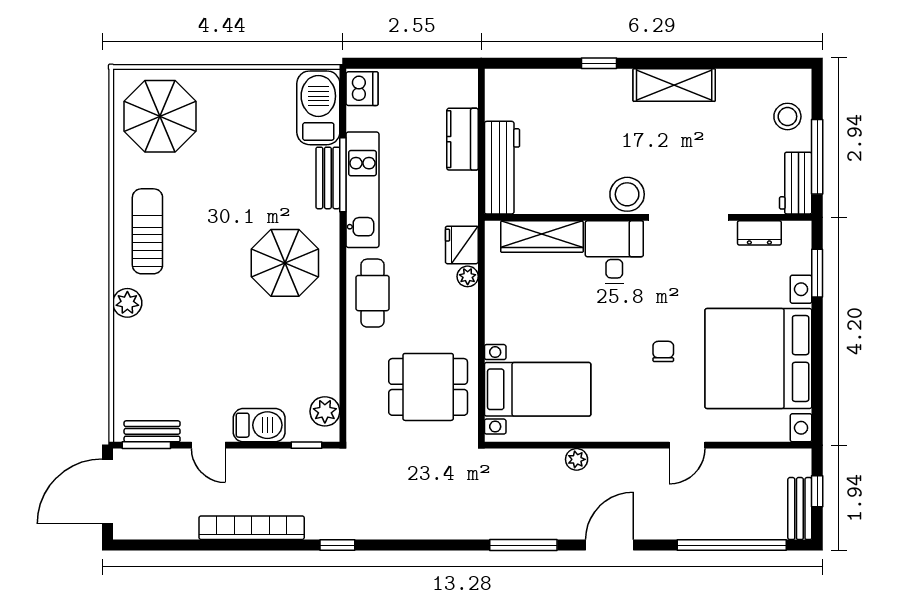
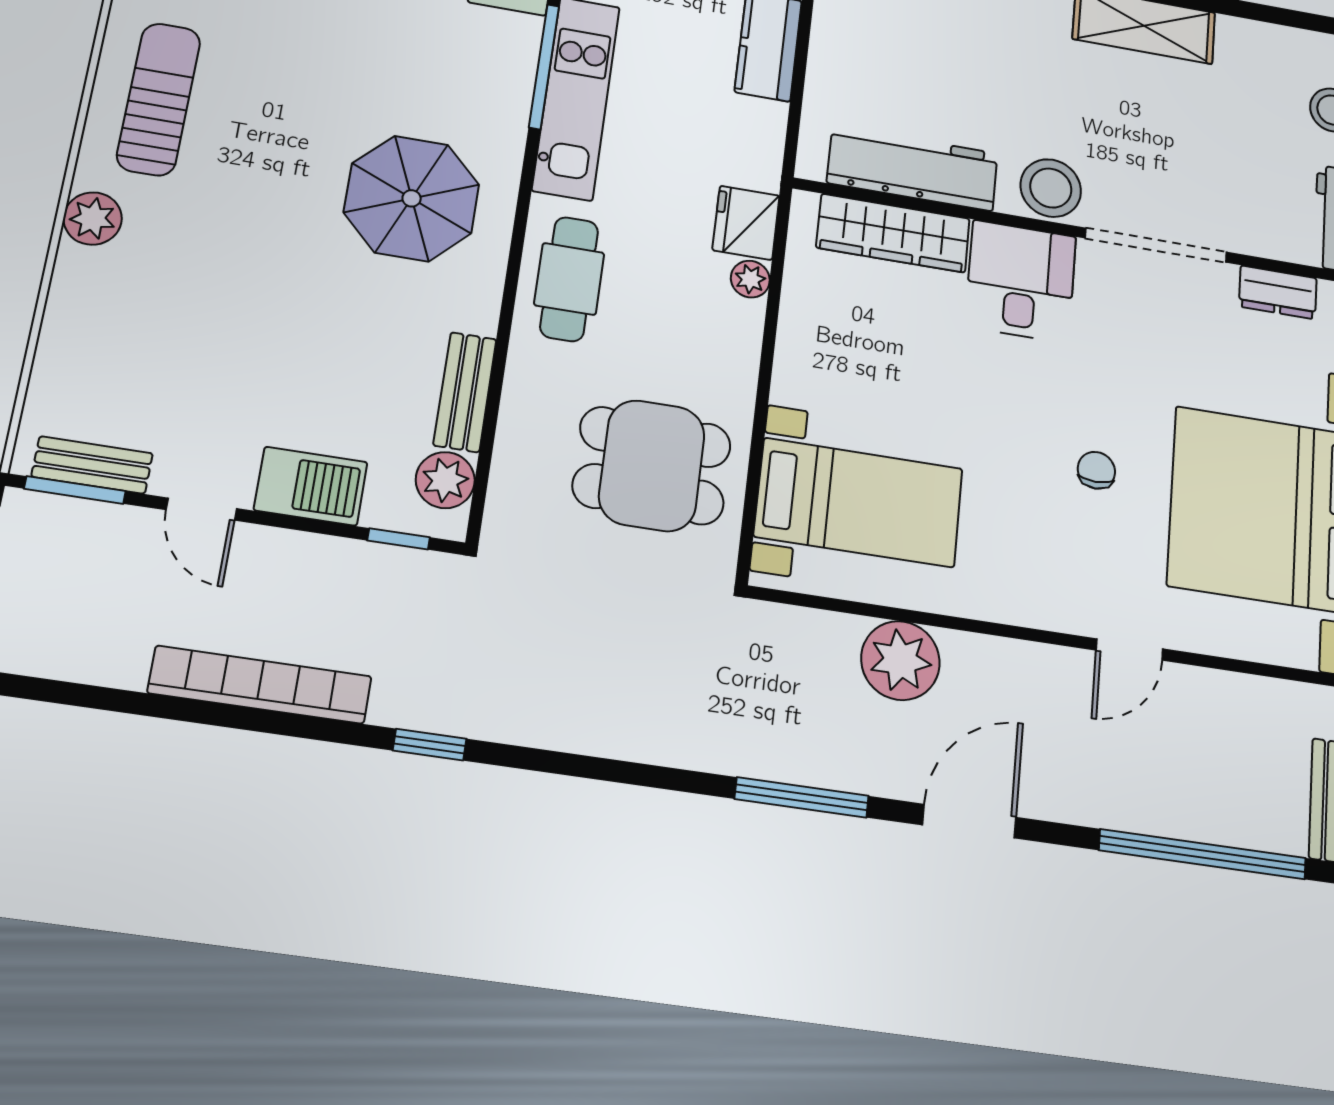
workbench: (502, 168) -> (913, 168), moved, turned -90
bench: (328, 178) -> (465, 392), moved
plant: (577, 459) -> (900, 660), width x1.88, depth x1.88

